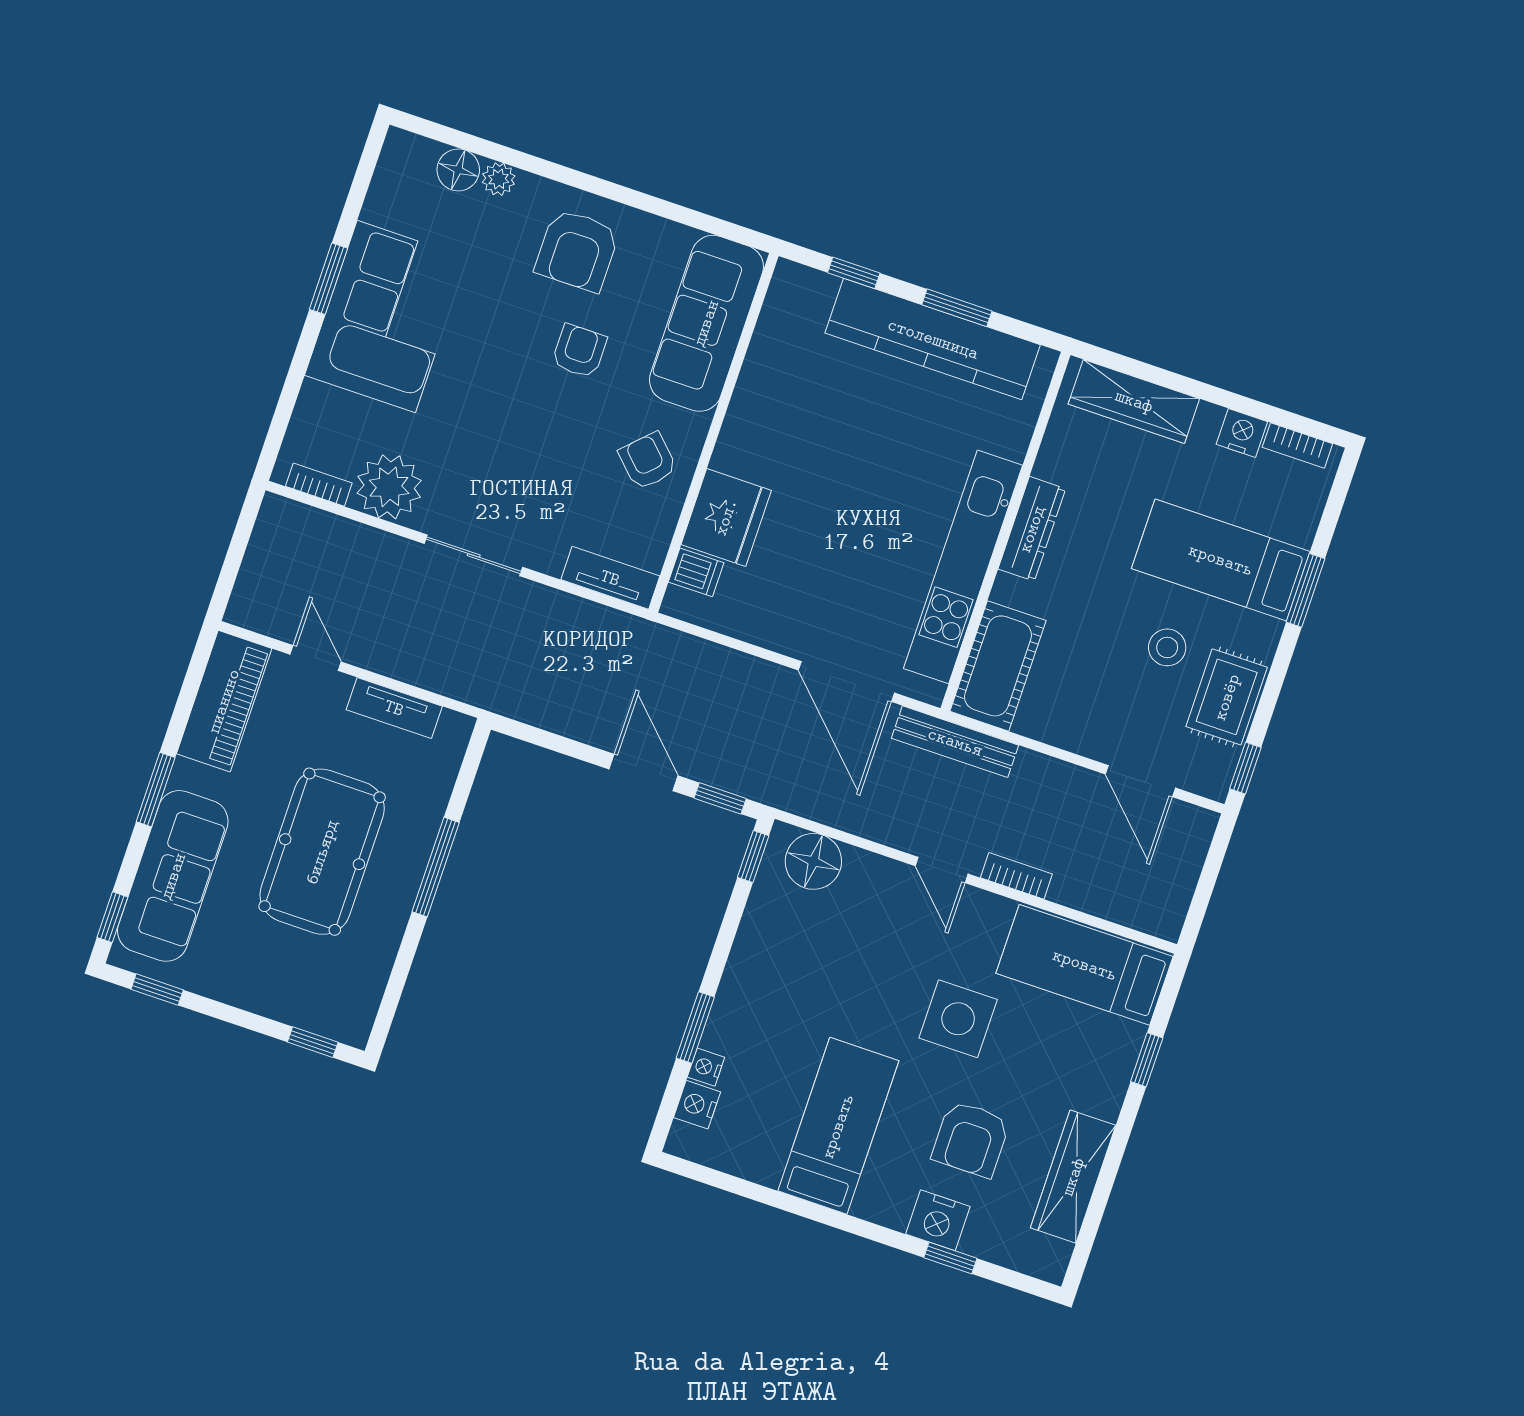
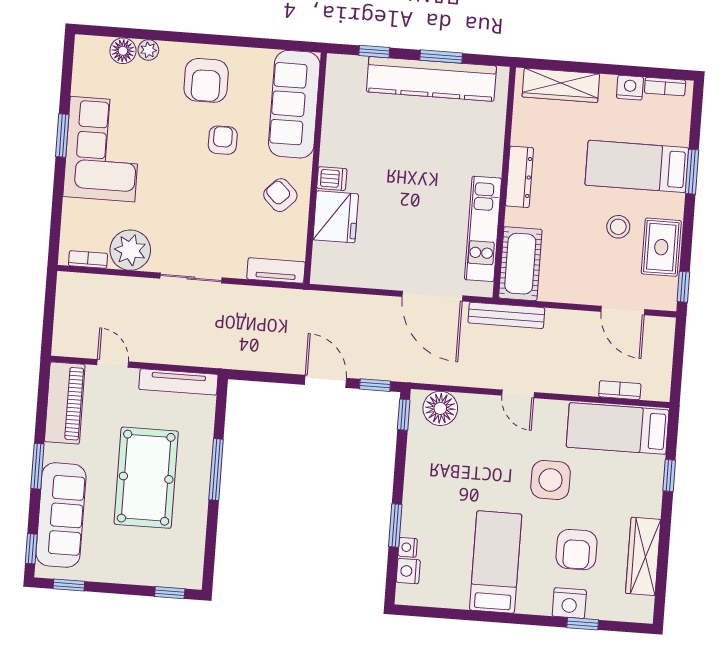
kitchen unit: (963, 567) -> (483, 229), width x0.73
dishwasher: (696, 572) -> (332, 179), moved
tv unit: (394, 708) -> (178, 382), width x1.41
bookcase: (1016, 876) -> (620, 390), moved

